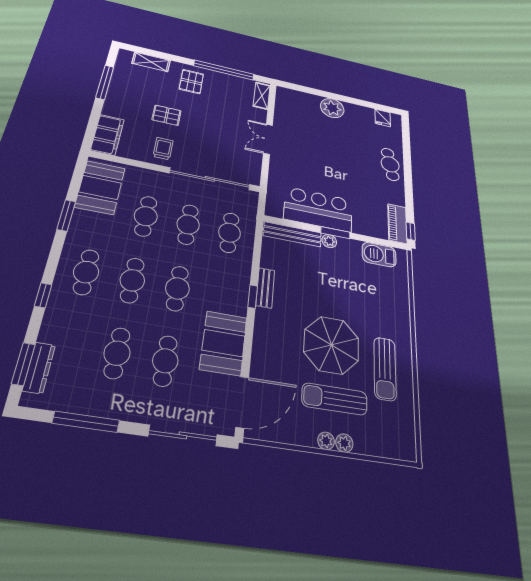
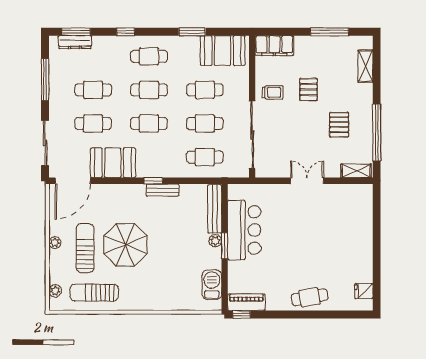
pallet: (191, 82) -> (339, 125), moved, turned 90
plant: (332, 108) -> (361, 240), removed
sun lounger: (385, 369) -> (94, 293), moved
door: (242, 402) -> (73, 181), hinge flipped
plant: (344, 443) -> (55, 291), moved

